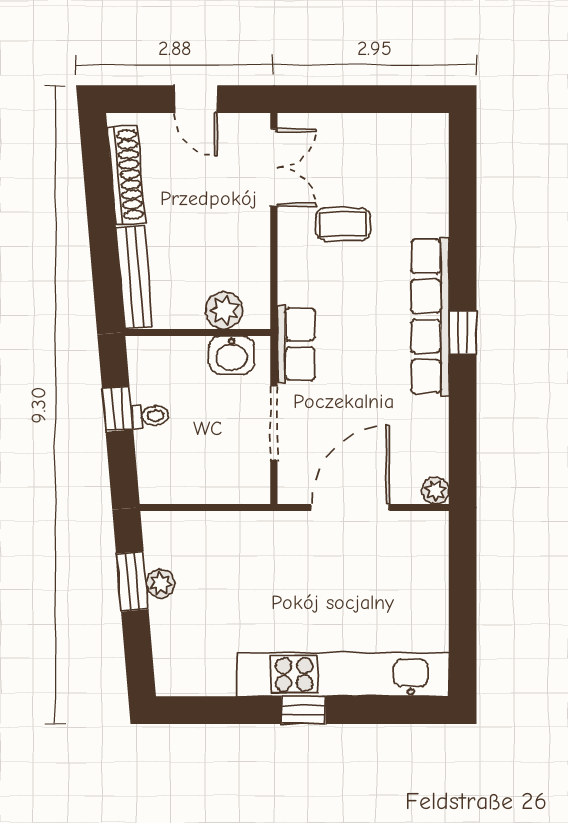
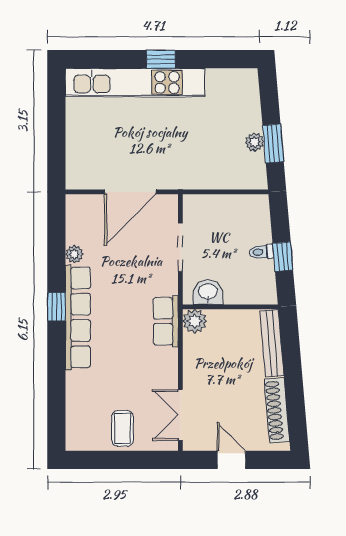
coffee table: (343, 224) -> (122, 428), moved, turned 90
plant: (224, 311) -> (195, 321), moved
row of seats: (296, 344) -> (166, 321), moved
plant: (435, 491) -> (74, 254), moved

